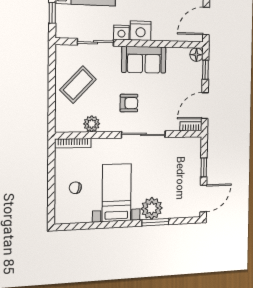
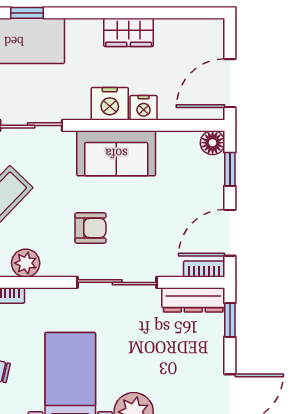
nightstand: (121, 33) -> (144, 108), moved
dresser: (185, 144) -> (193, 300), added
window: (204, 167) -> (230, 320), moved

